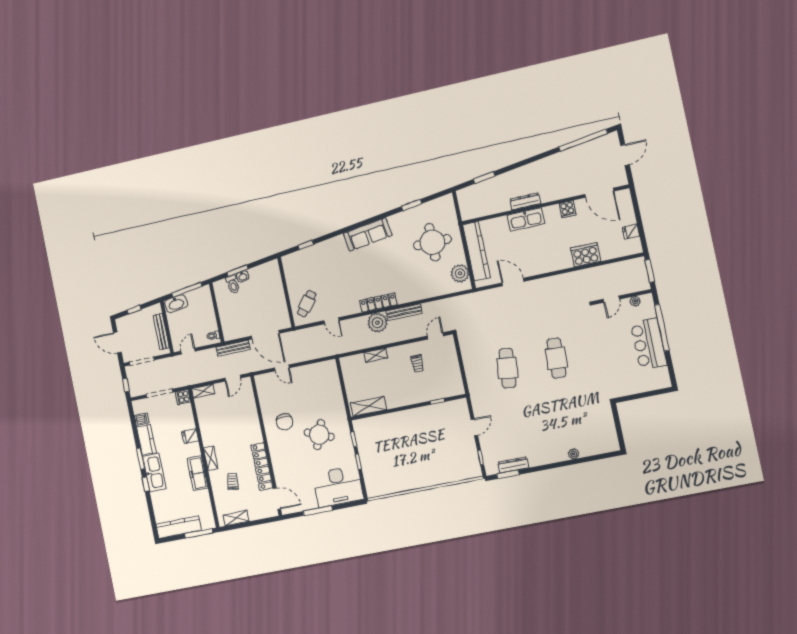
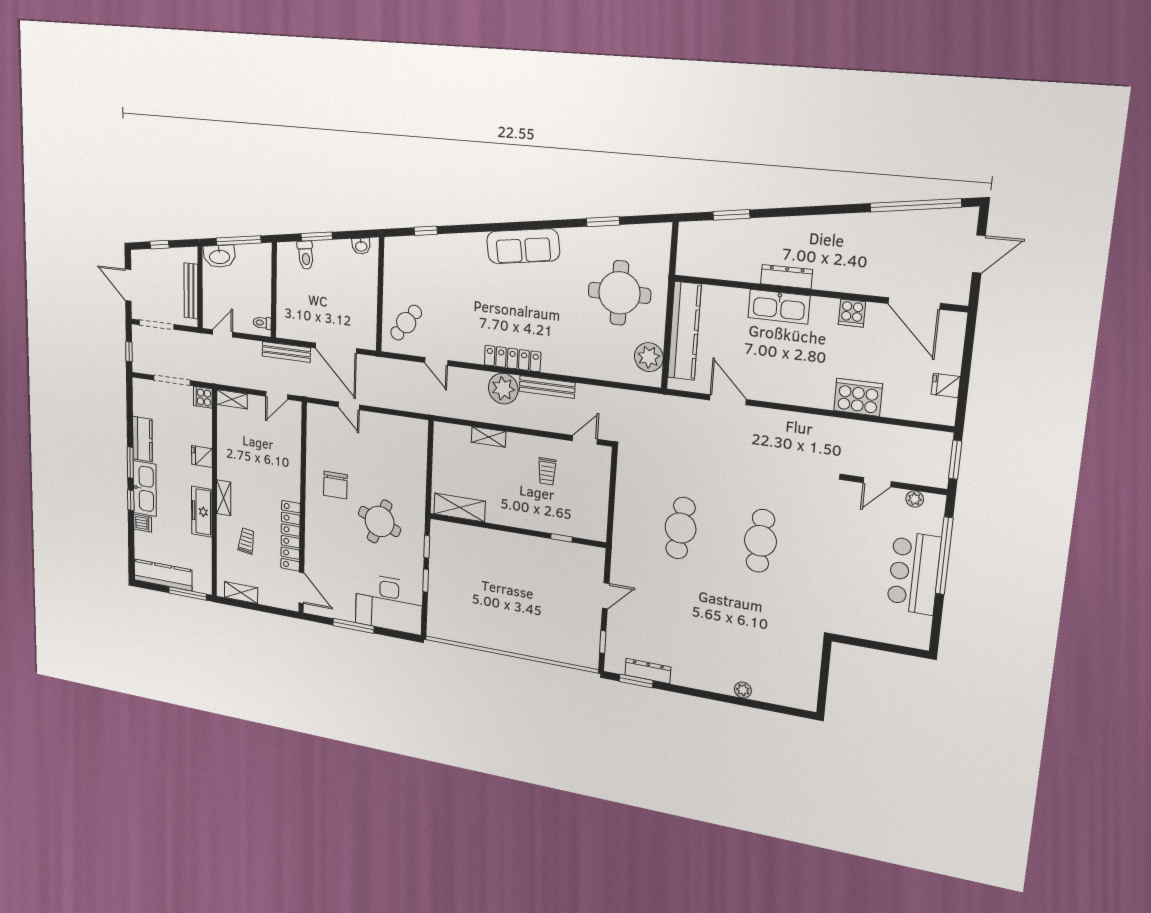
washbasin: (243, 276) -> (361, 246), moved
dishwasher: (142, 419) -> (143, 523), moved

